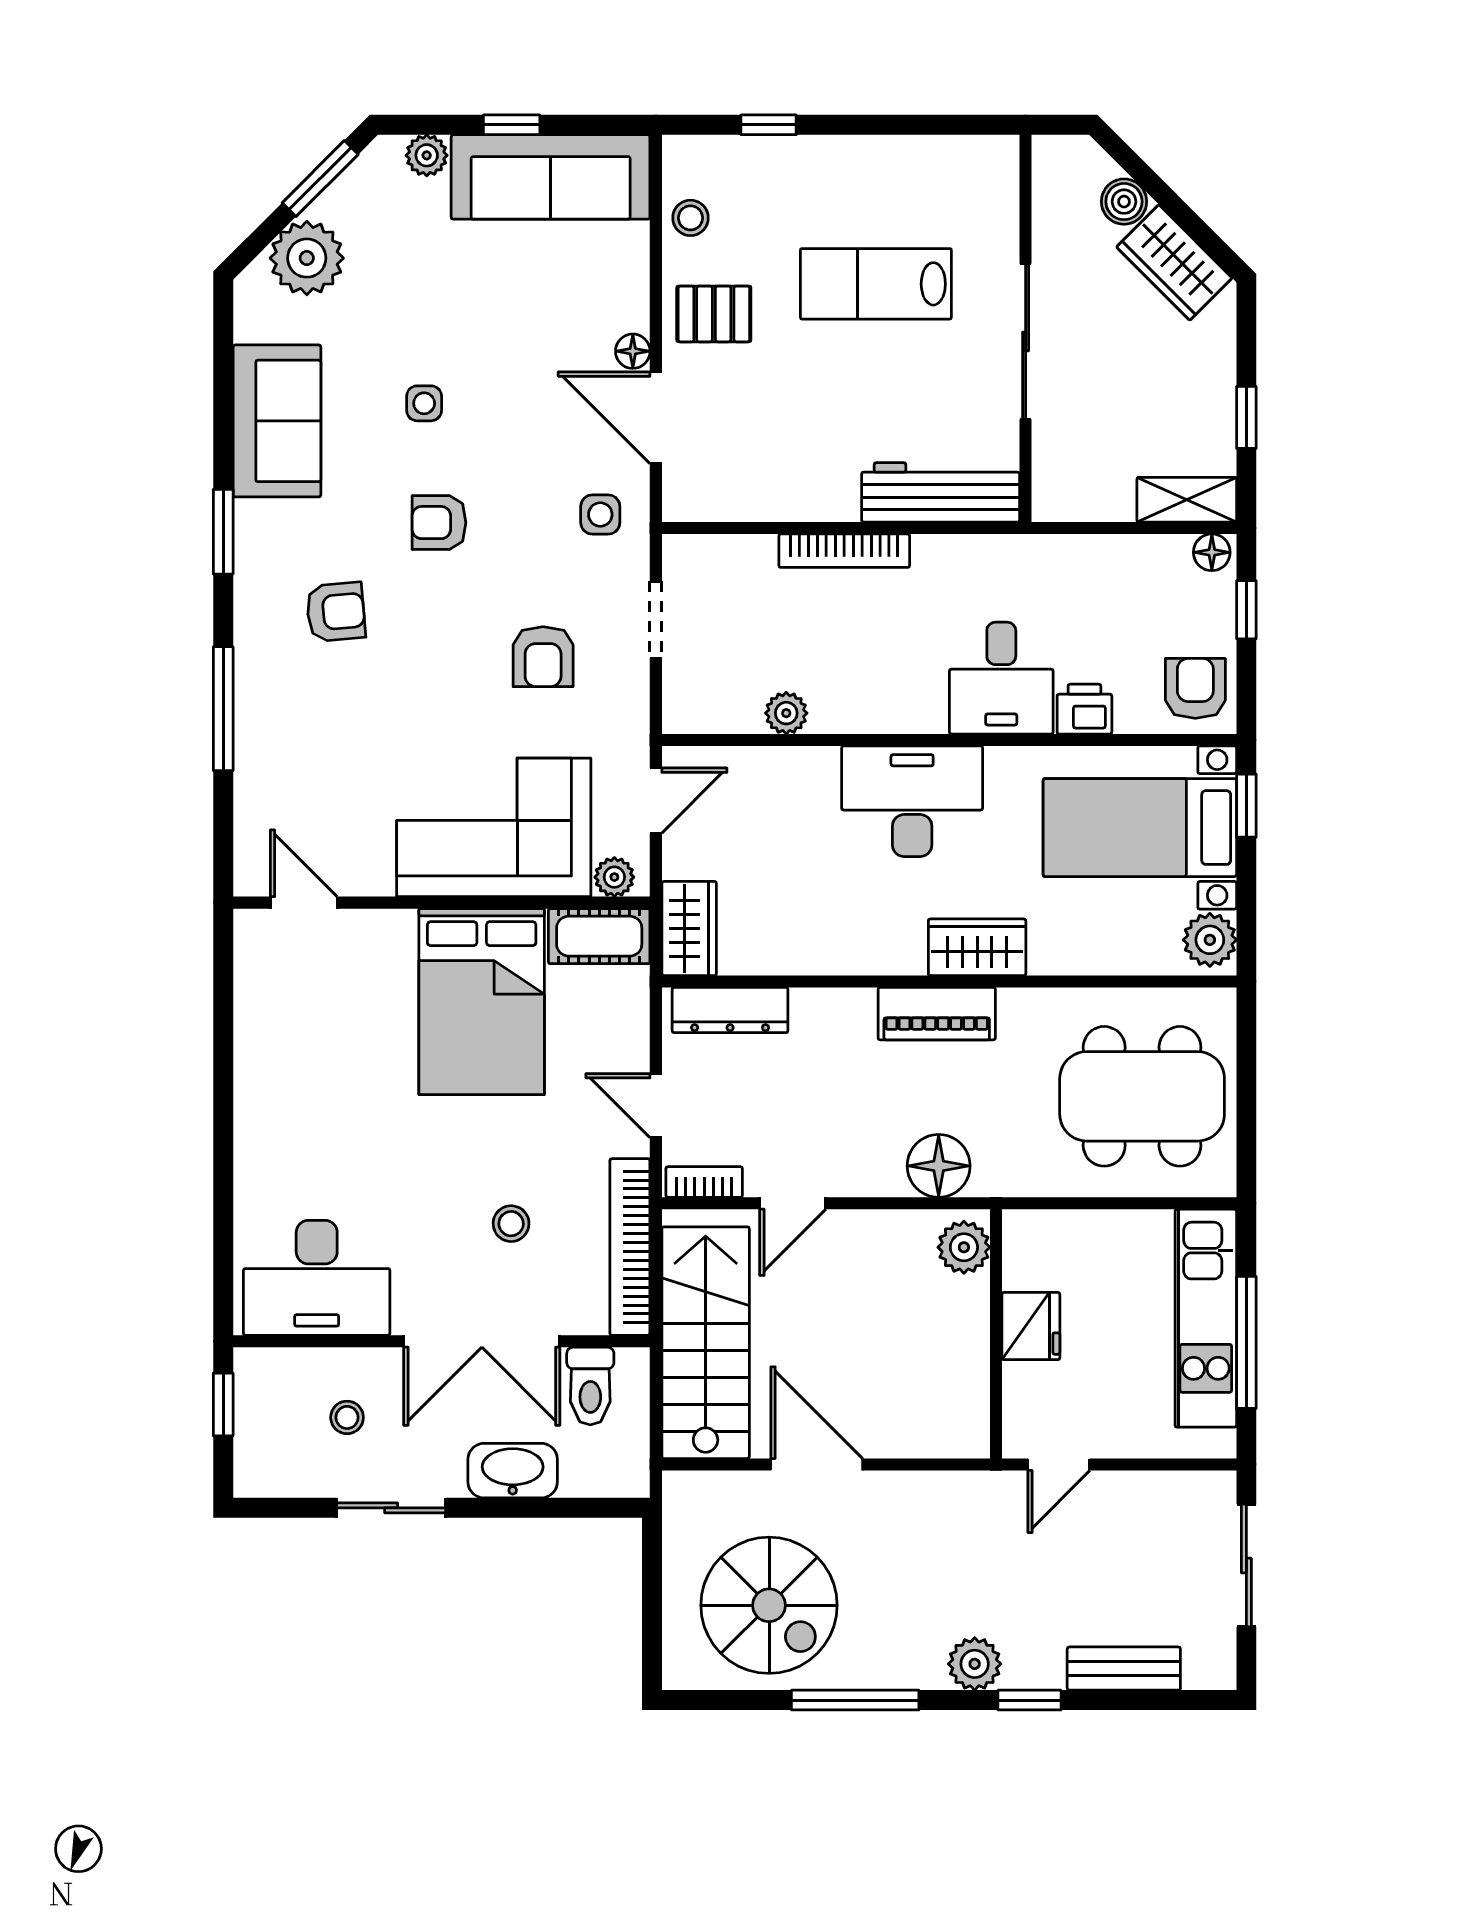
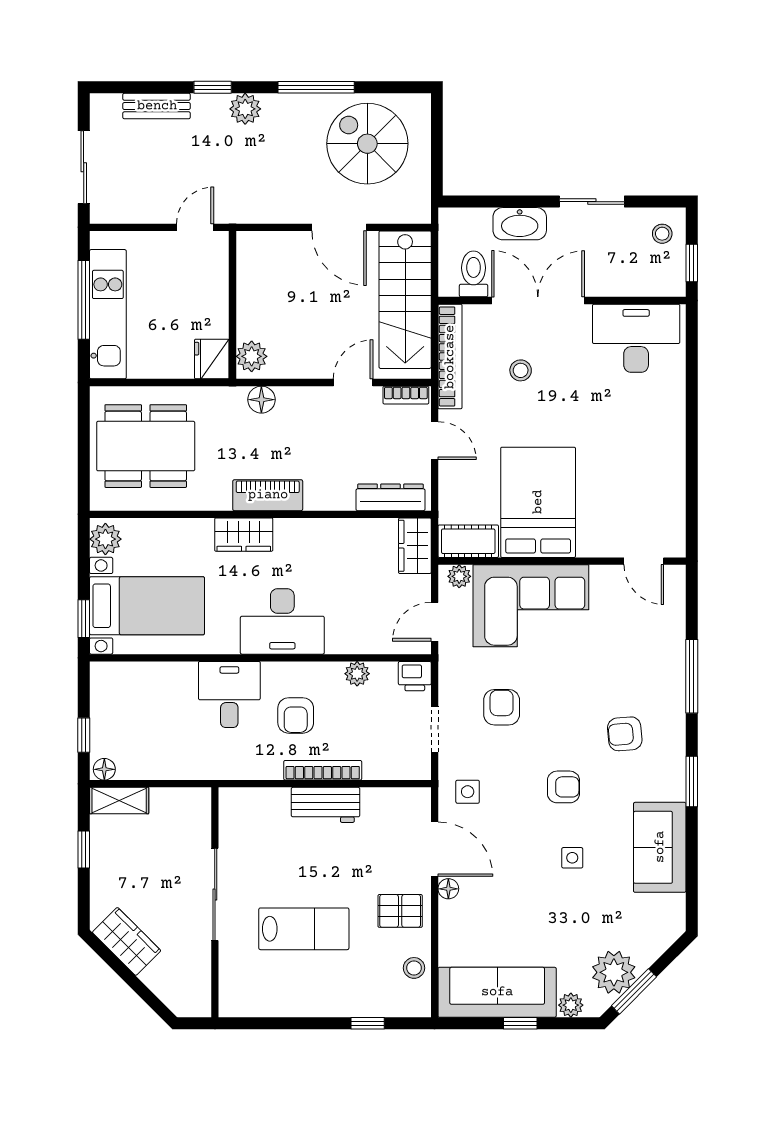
boiler: (1124, 202) -> (156, 978), removed
plant: (307, 258) -> (614, 972), moved
workbench: (941, 492) -> (326, 805), moved, width x0.73
armchair: (1195, 688) -> (296, 715), moved
printer: (1084, 709) -> (415, 676), moved
floor lamp: (939, 1166) -> (261, 400), width x0.73, depth x0.73
fridge: (1031, 1326) -> (212, 359), moved
stool: (347, 1417) -> (662, 234), moved

